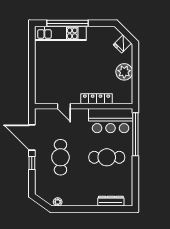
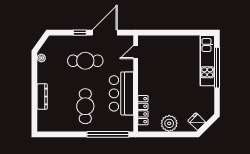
locker: (97, 99) -> (143, 110), moved
door: (64, 106) -> (136, 52), moved
bar counter: (111, 121) -> (121, 93), moved
dresser: (111, 201) -> (42, 96), moved

